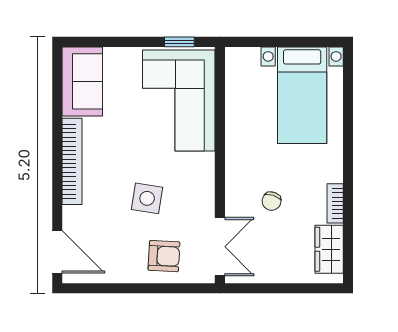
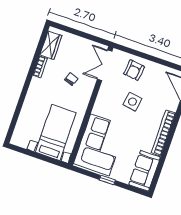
window: (179, 42) -> (107, 180), moved
bed with nightstands: (302, 95) -> (56, 132), moved
armchair: (164, 256) -> (134, 70), turned -86

